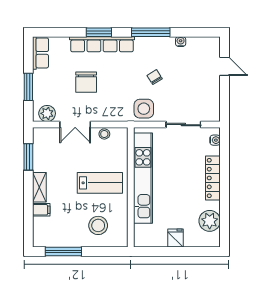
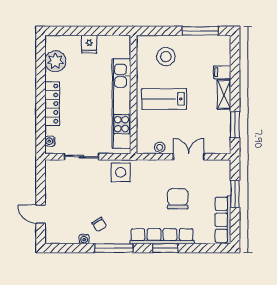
row of seats: (41, 53) -> (223, 220), width x1.48
chair: (155, 77) -> (99, 225), moved
plant: (47, 113) -> (216, 168), removed

